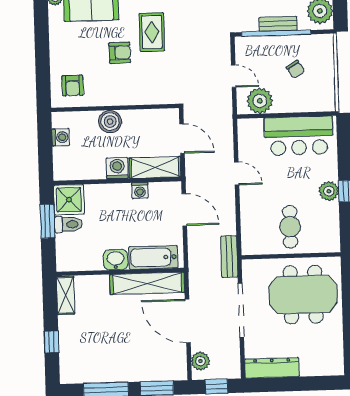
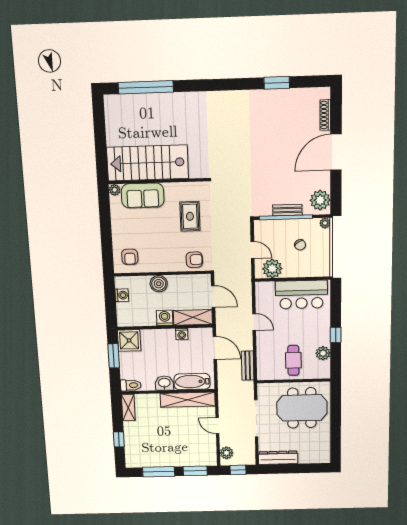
plant: (327, 41) -> (325, 223), added
armchair: (120, 53) -> (194, 260), moved
plant: (329, 191) -> (323, 353), moved
toilet: (69, 224) -> (131, 385), moved
bench: (229, 257) -> (248, 366), moved
door: (188, 321) -> (217, 426), width x0.53

